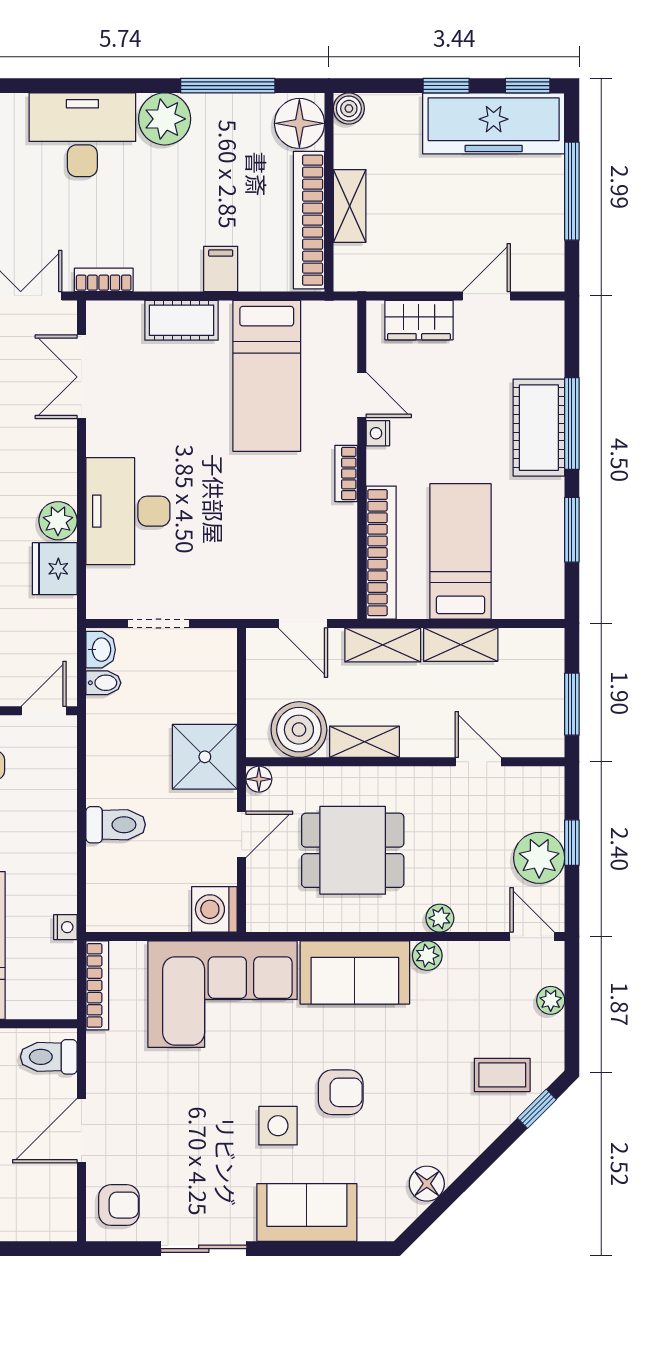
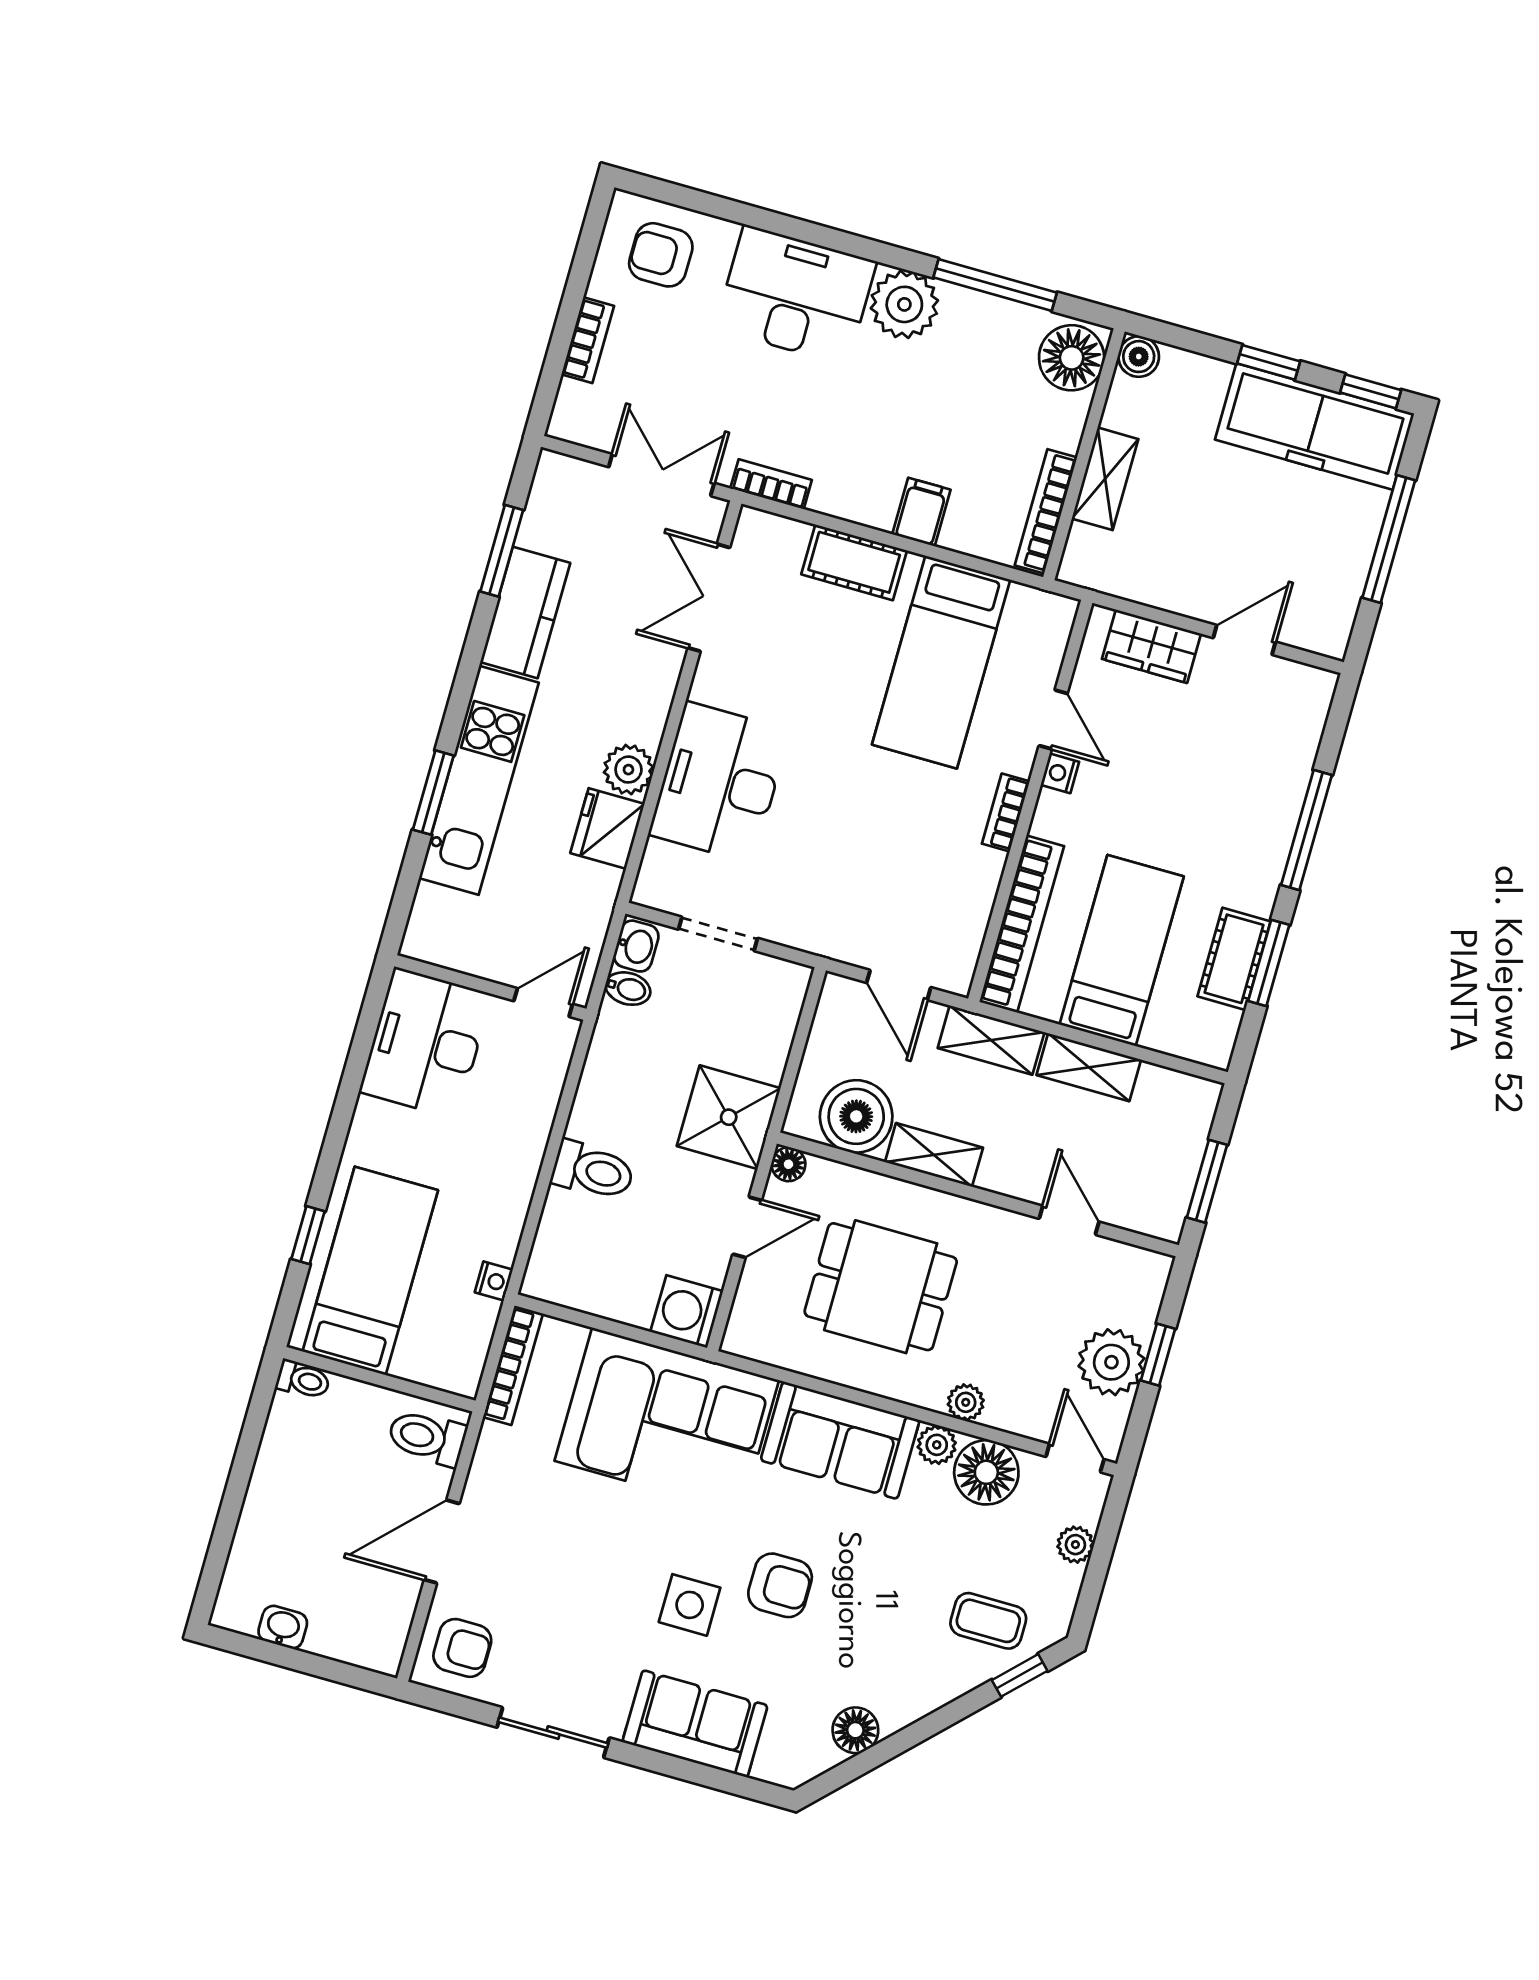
bookcase: (309, 220) -> (1046, 511), width x0.68, depth x0.76
cot: (539, 428) -> (1234, 959), moved, width x0.73, depth x0.75
floor lamp: (470, 966) -> (986, 1472), added

